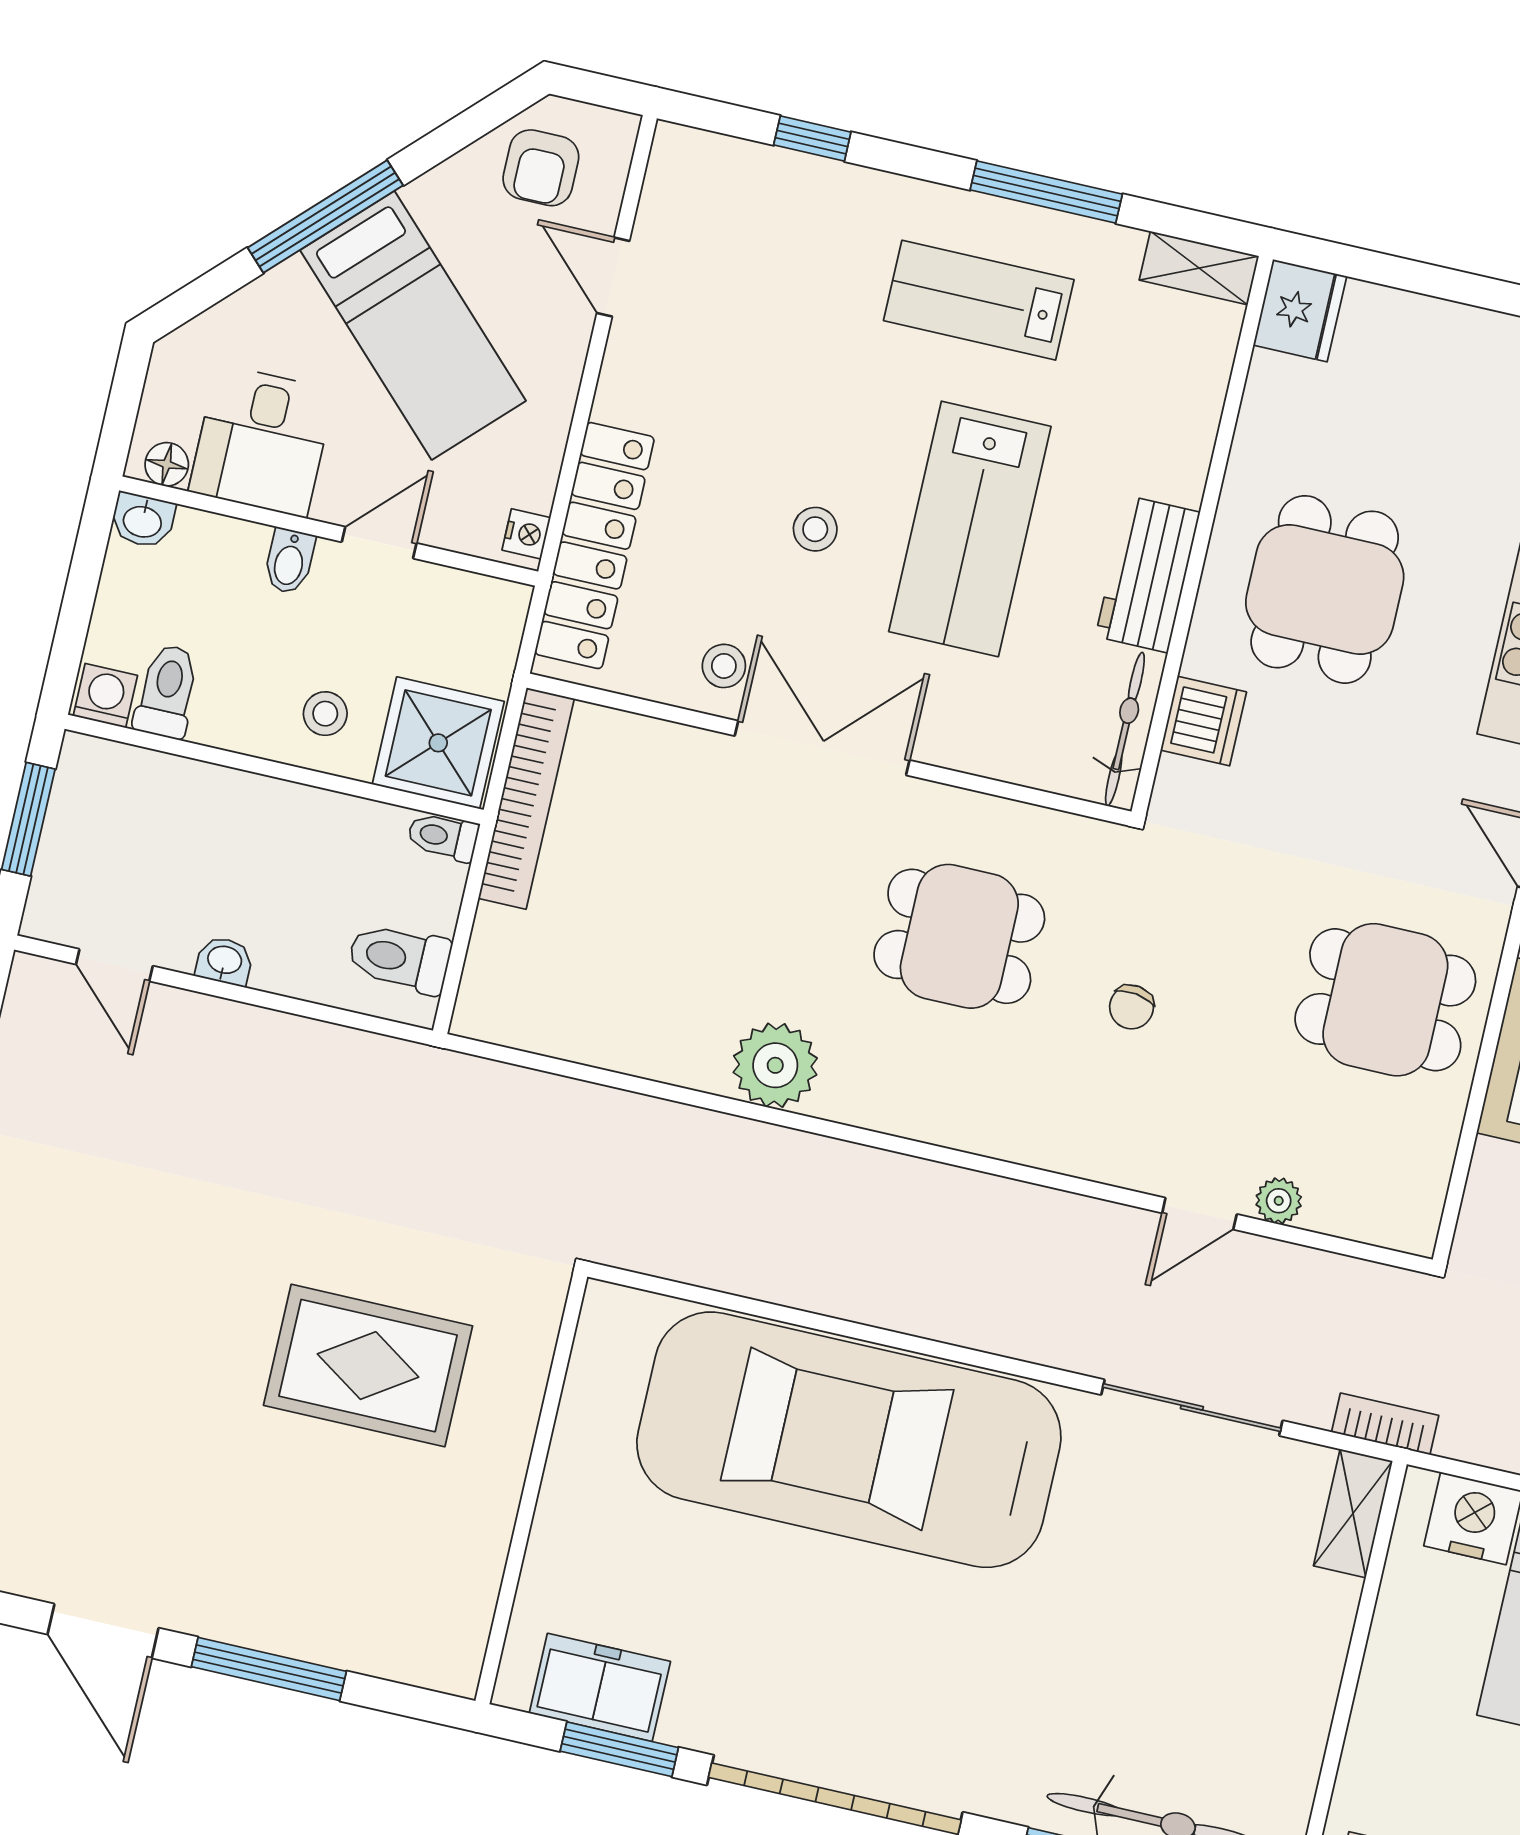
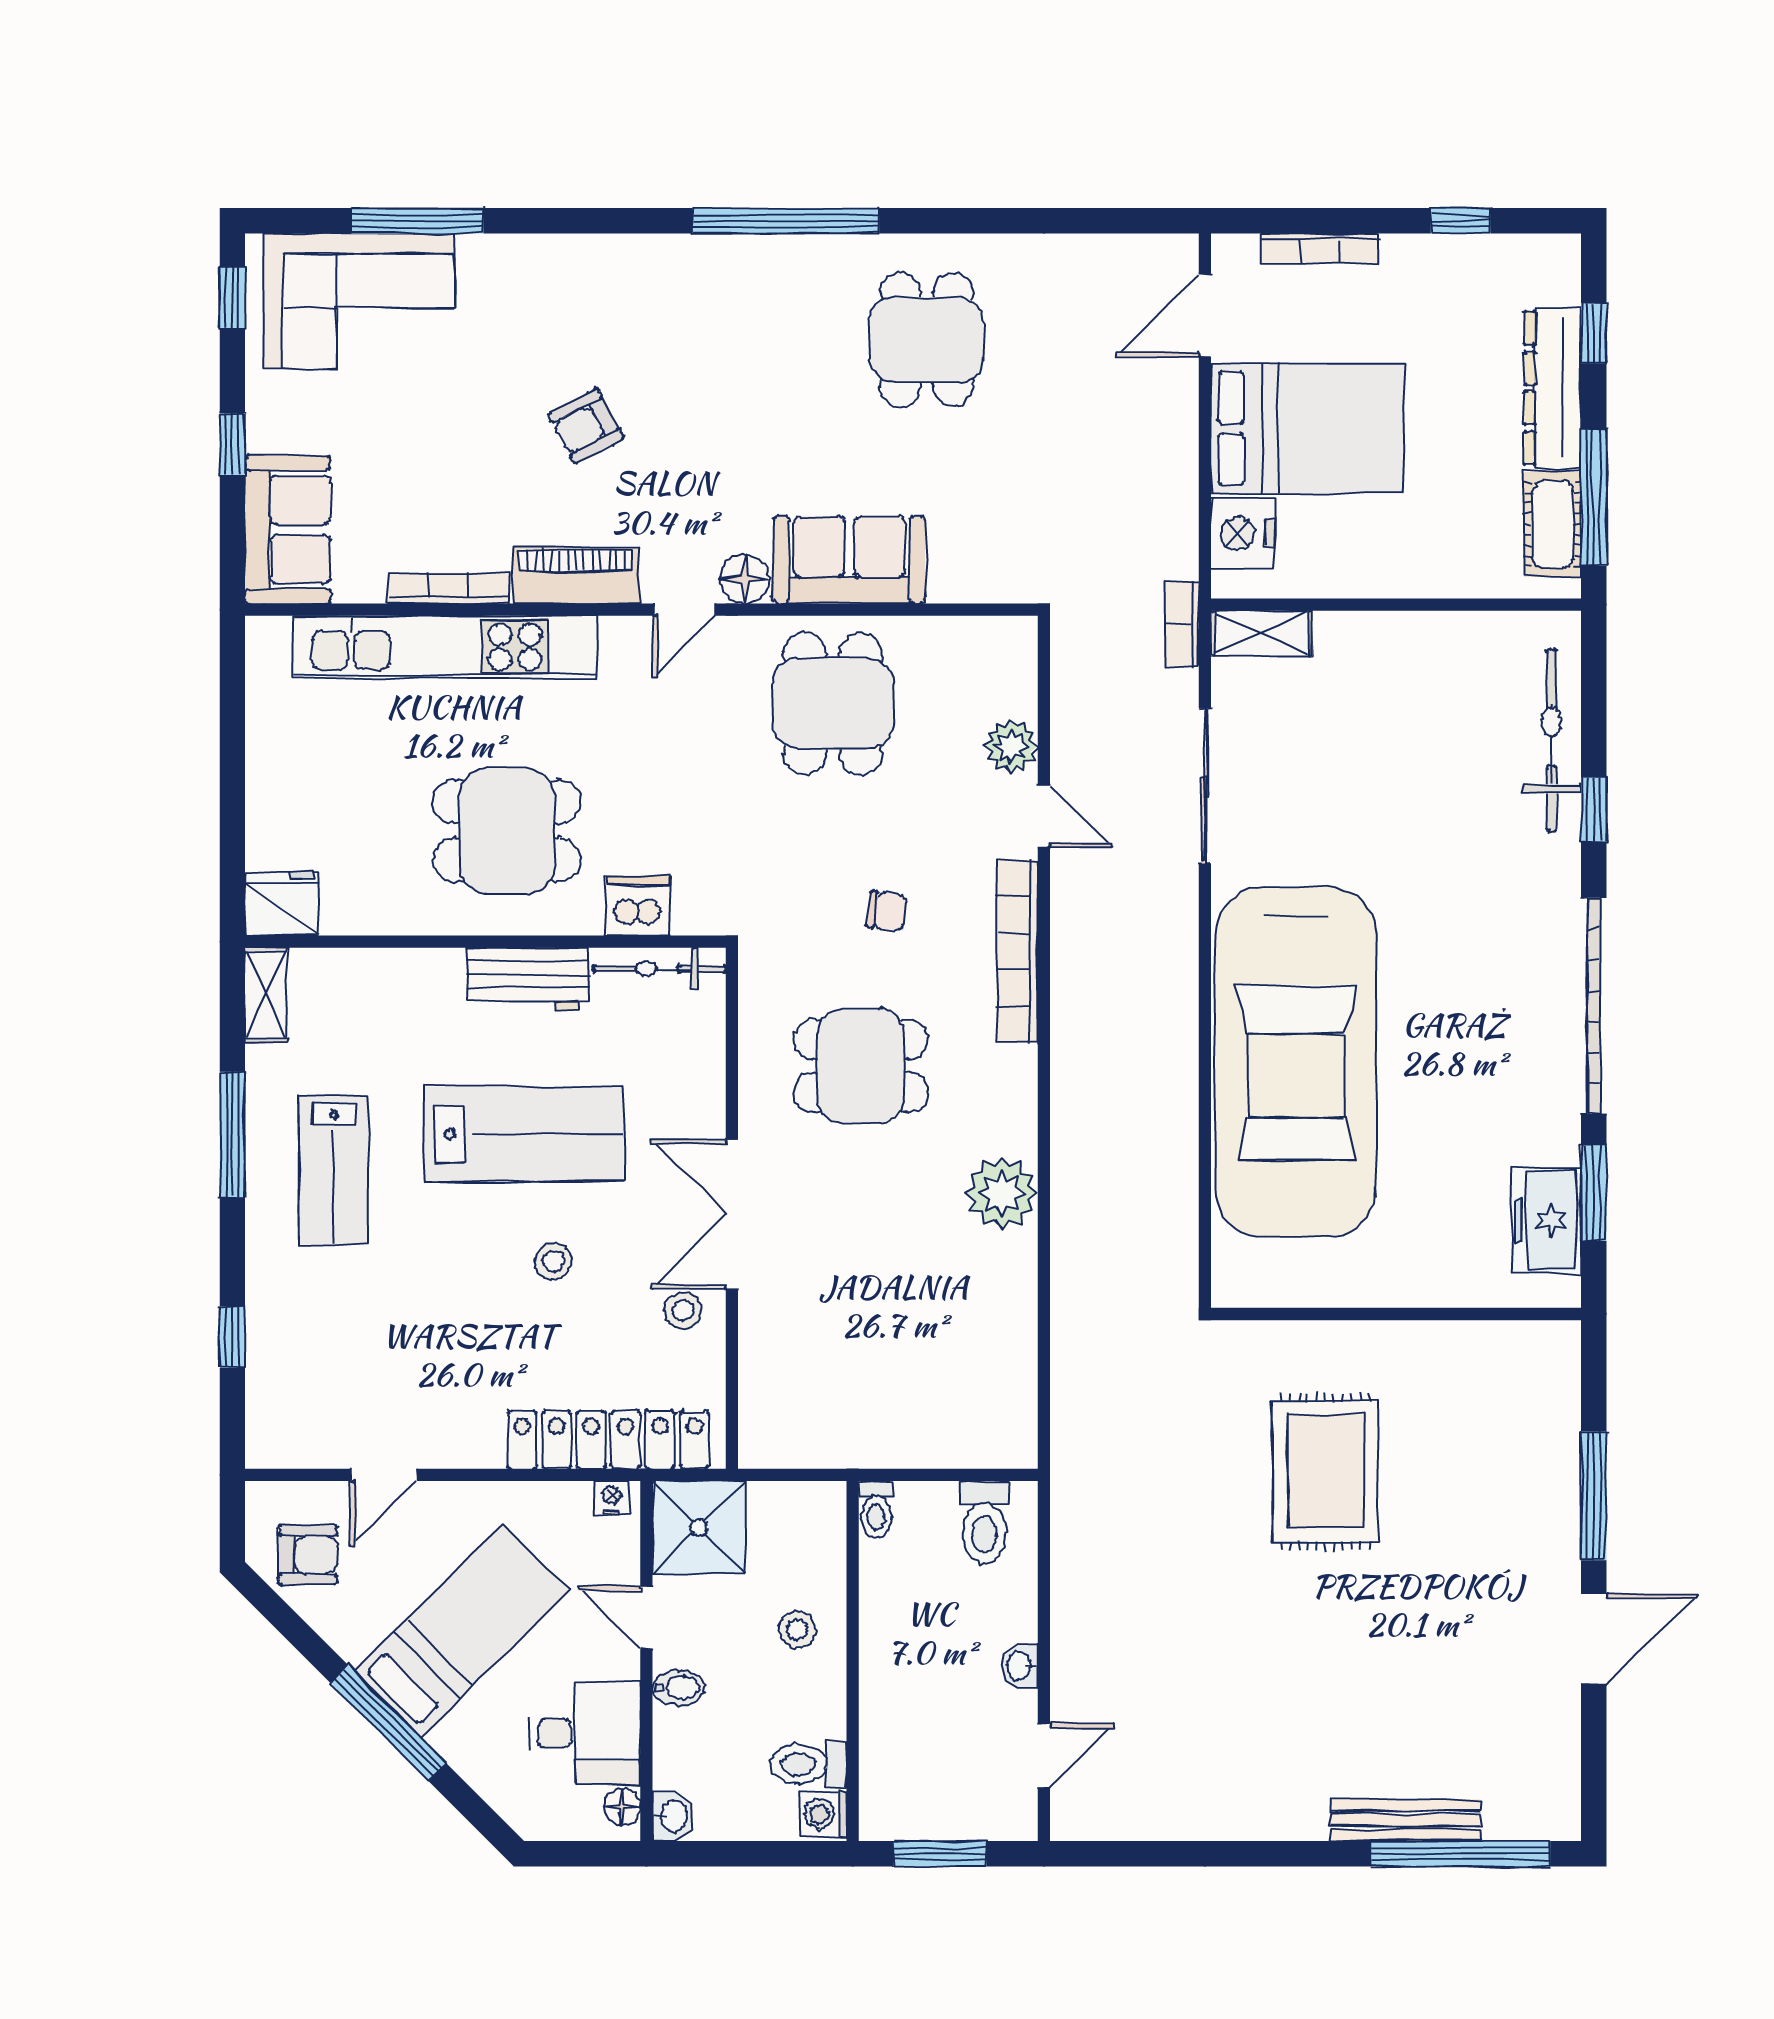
shower: (438, 743) -> (699, 1528), moved
bookcase: (526, 799) -> (1017, 952), moved, turned -90
dining table: (959, 936) -> (861, 1066), turned 90
plant: (1279, 1201) -> (1011, 746), width x1.38, depth x1.38

